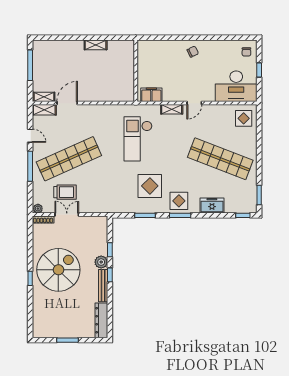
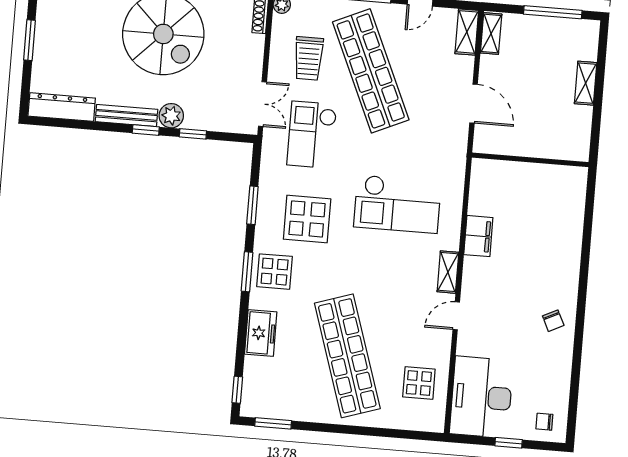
shelving: (96, 45) -> (586, 83), moved
wall: (136, 71) -> (530, 160), moved
door: (67, 103) -> (474, 104), moved
door: (194, 103) -> (456, 316), hinge flipped
display table: (244, 118) -> (419, 383), moved
checkout: (138, 139) -> (397, 204), turned 180
shop shelf: (220, 159) -> (347, 356), turned -39
checkout: (105, 187) -> (312, 135), added
double door: (67, 214) -> (262, 104), moved

